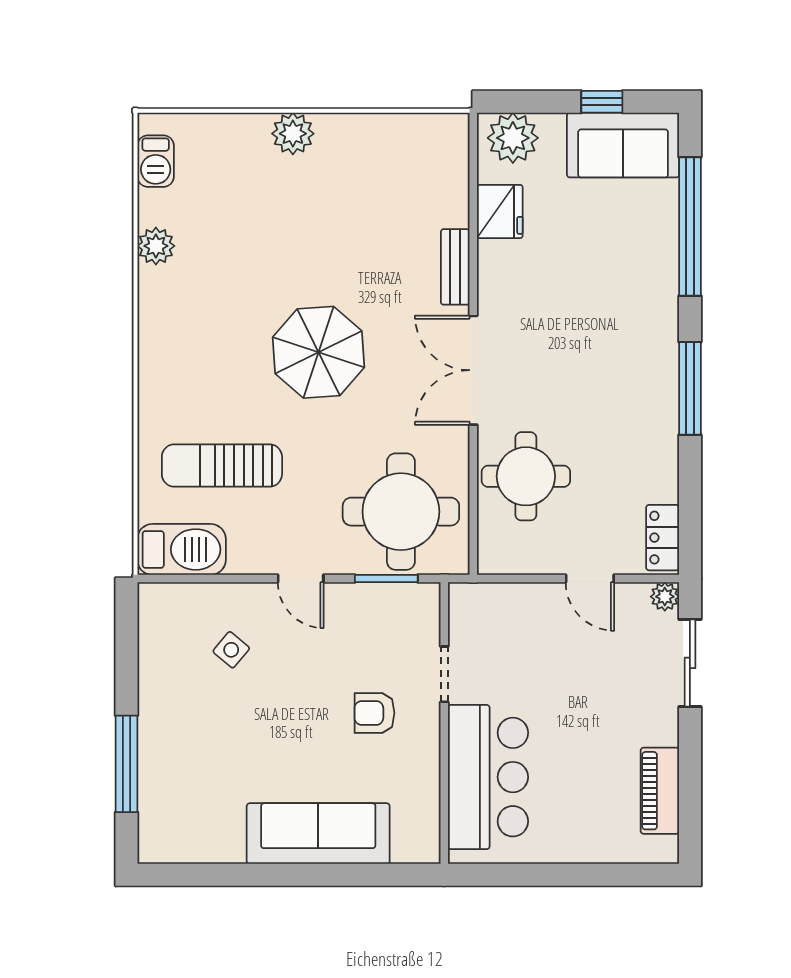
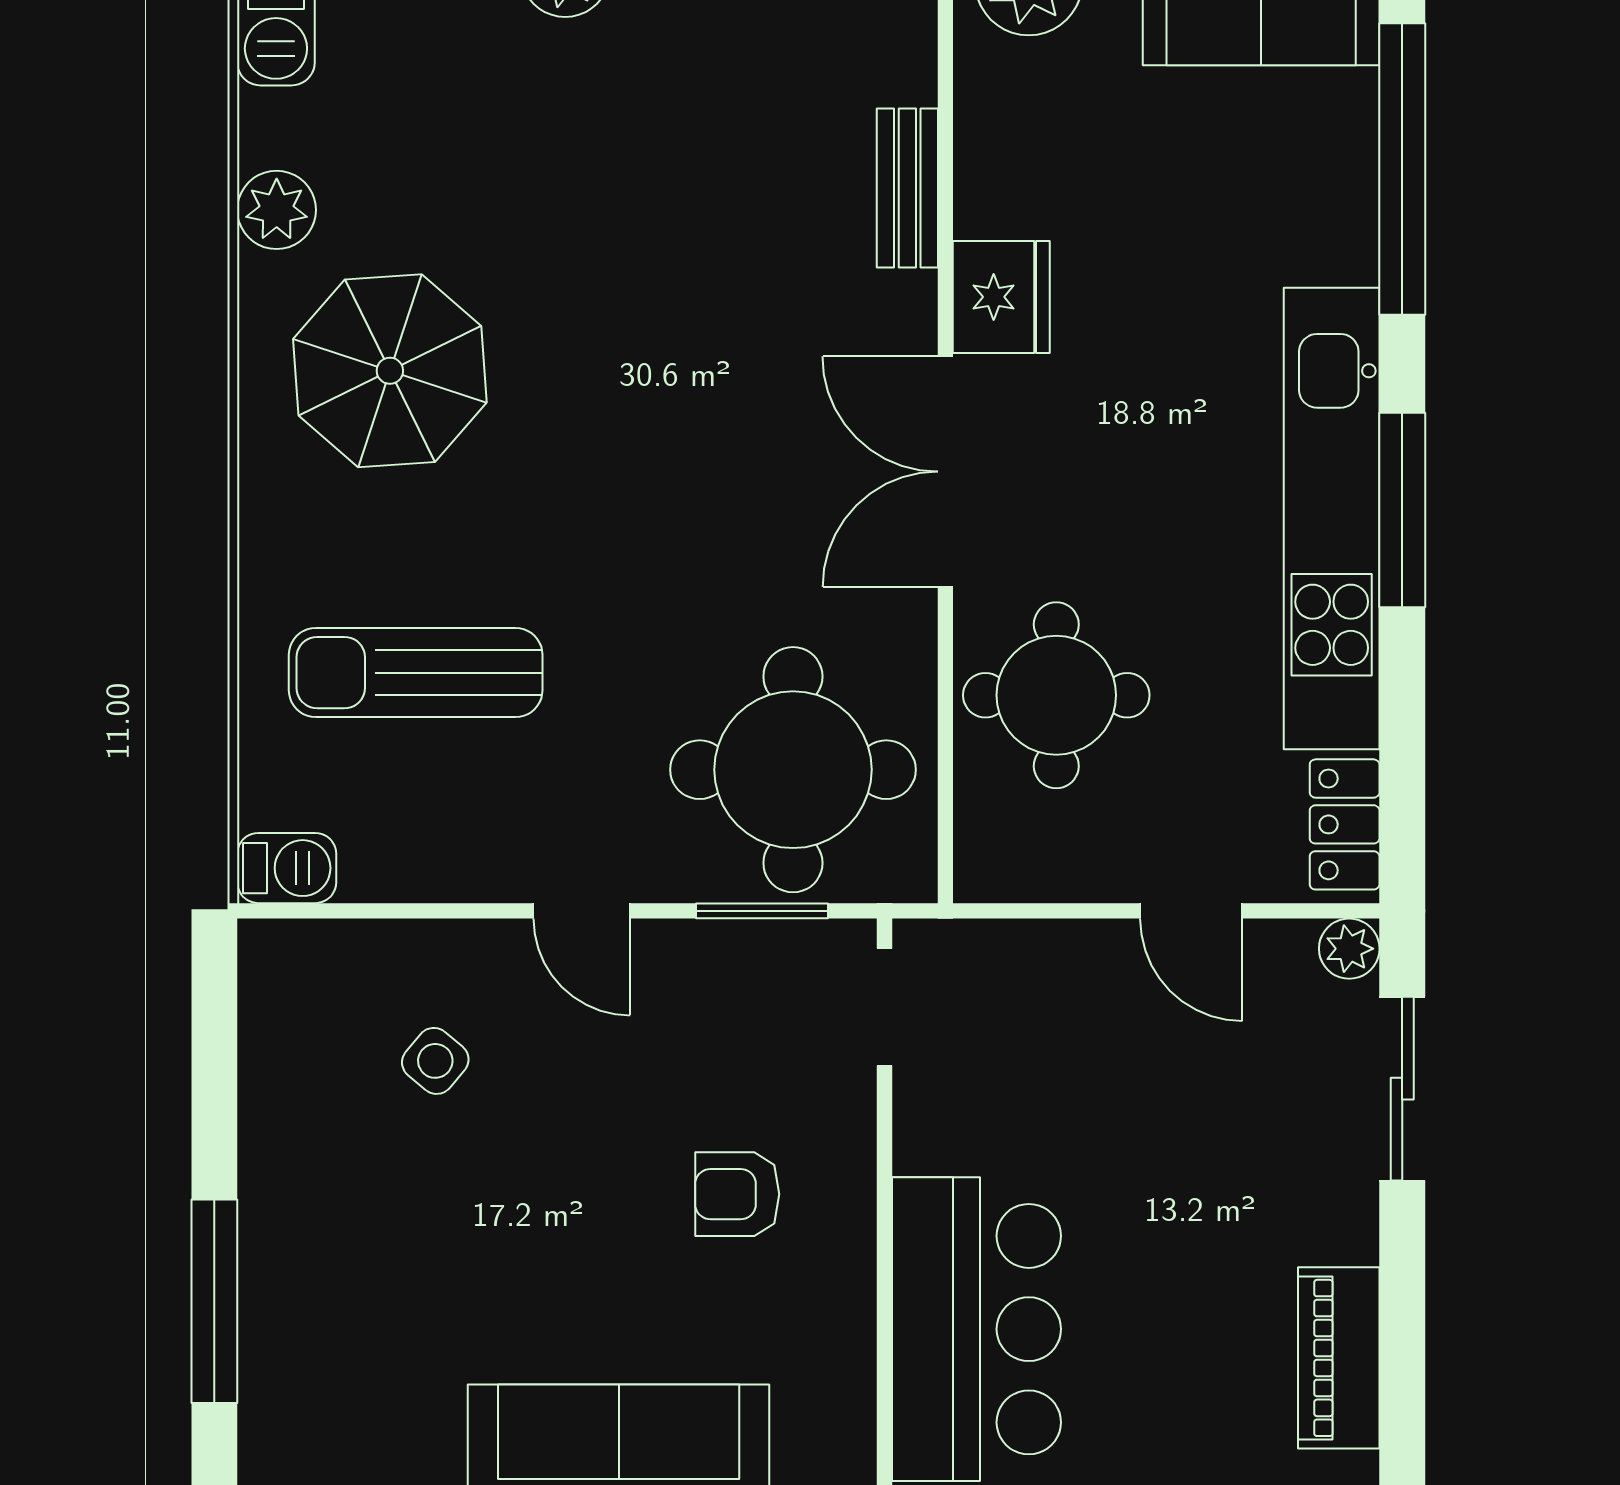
fridge: (500, 211) -> (1001, 297), moved
bench: (455, 267) -> (907, 188), moved
parasol: (319, 352) -> (390, 371), moved
kitchen unit: (657, 392) -> (1332, 519), added
barbecue: (182, 549) -> (287, 868), width x0.53, depth x0.65
doorway: (444, 674) -> (884, 1007), moved

